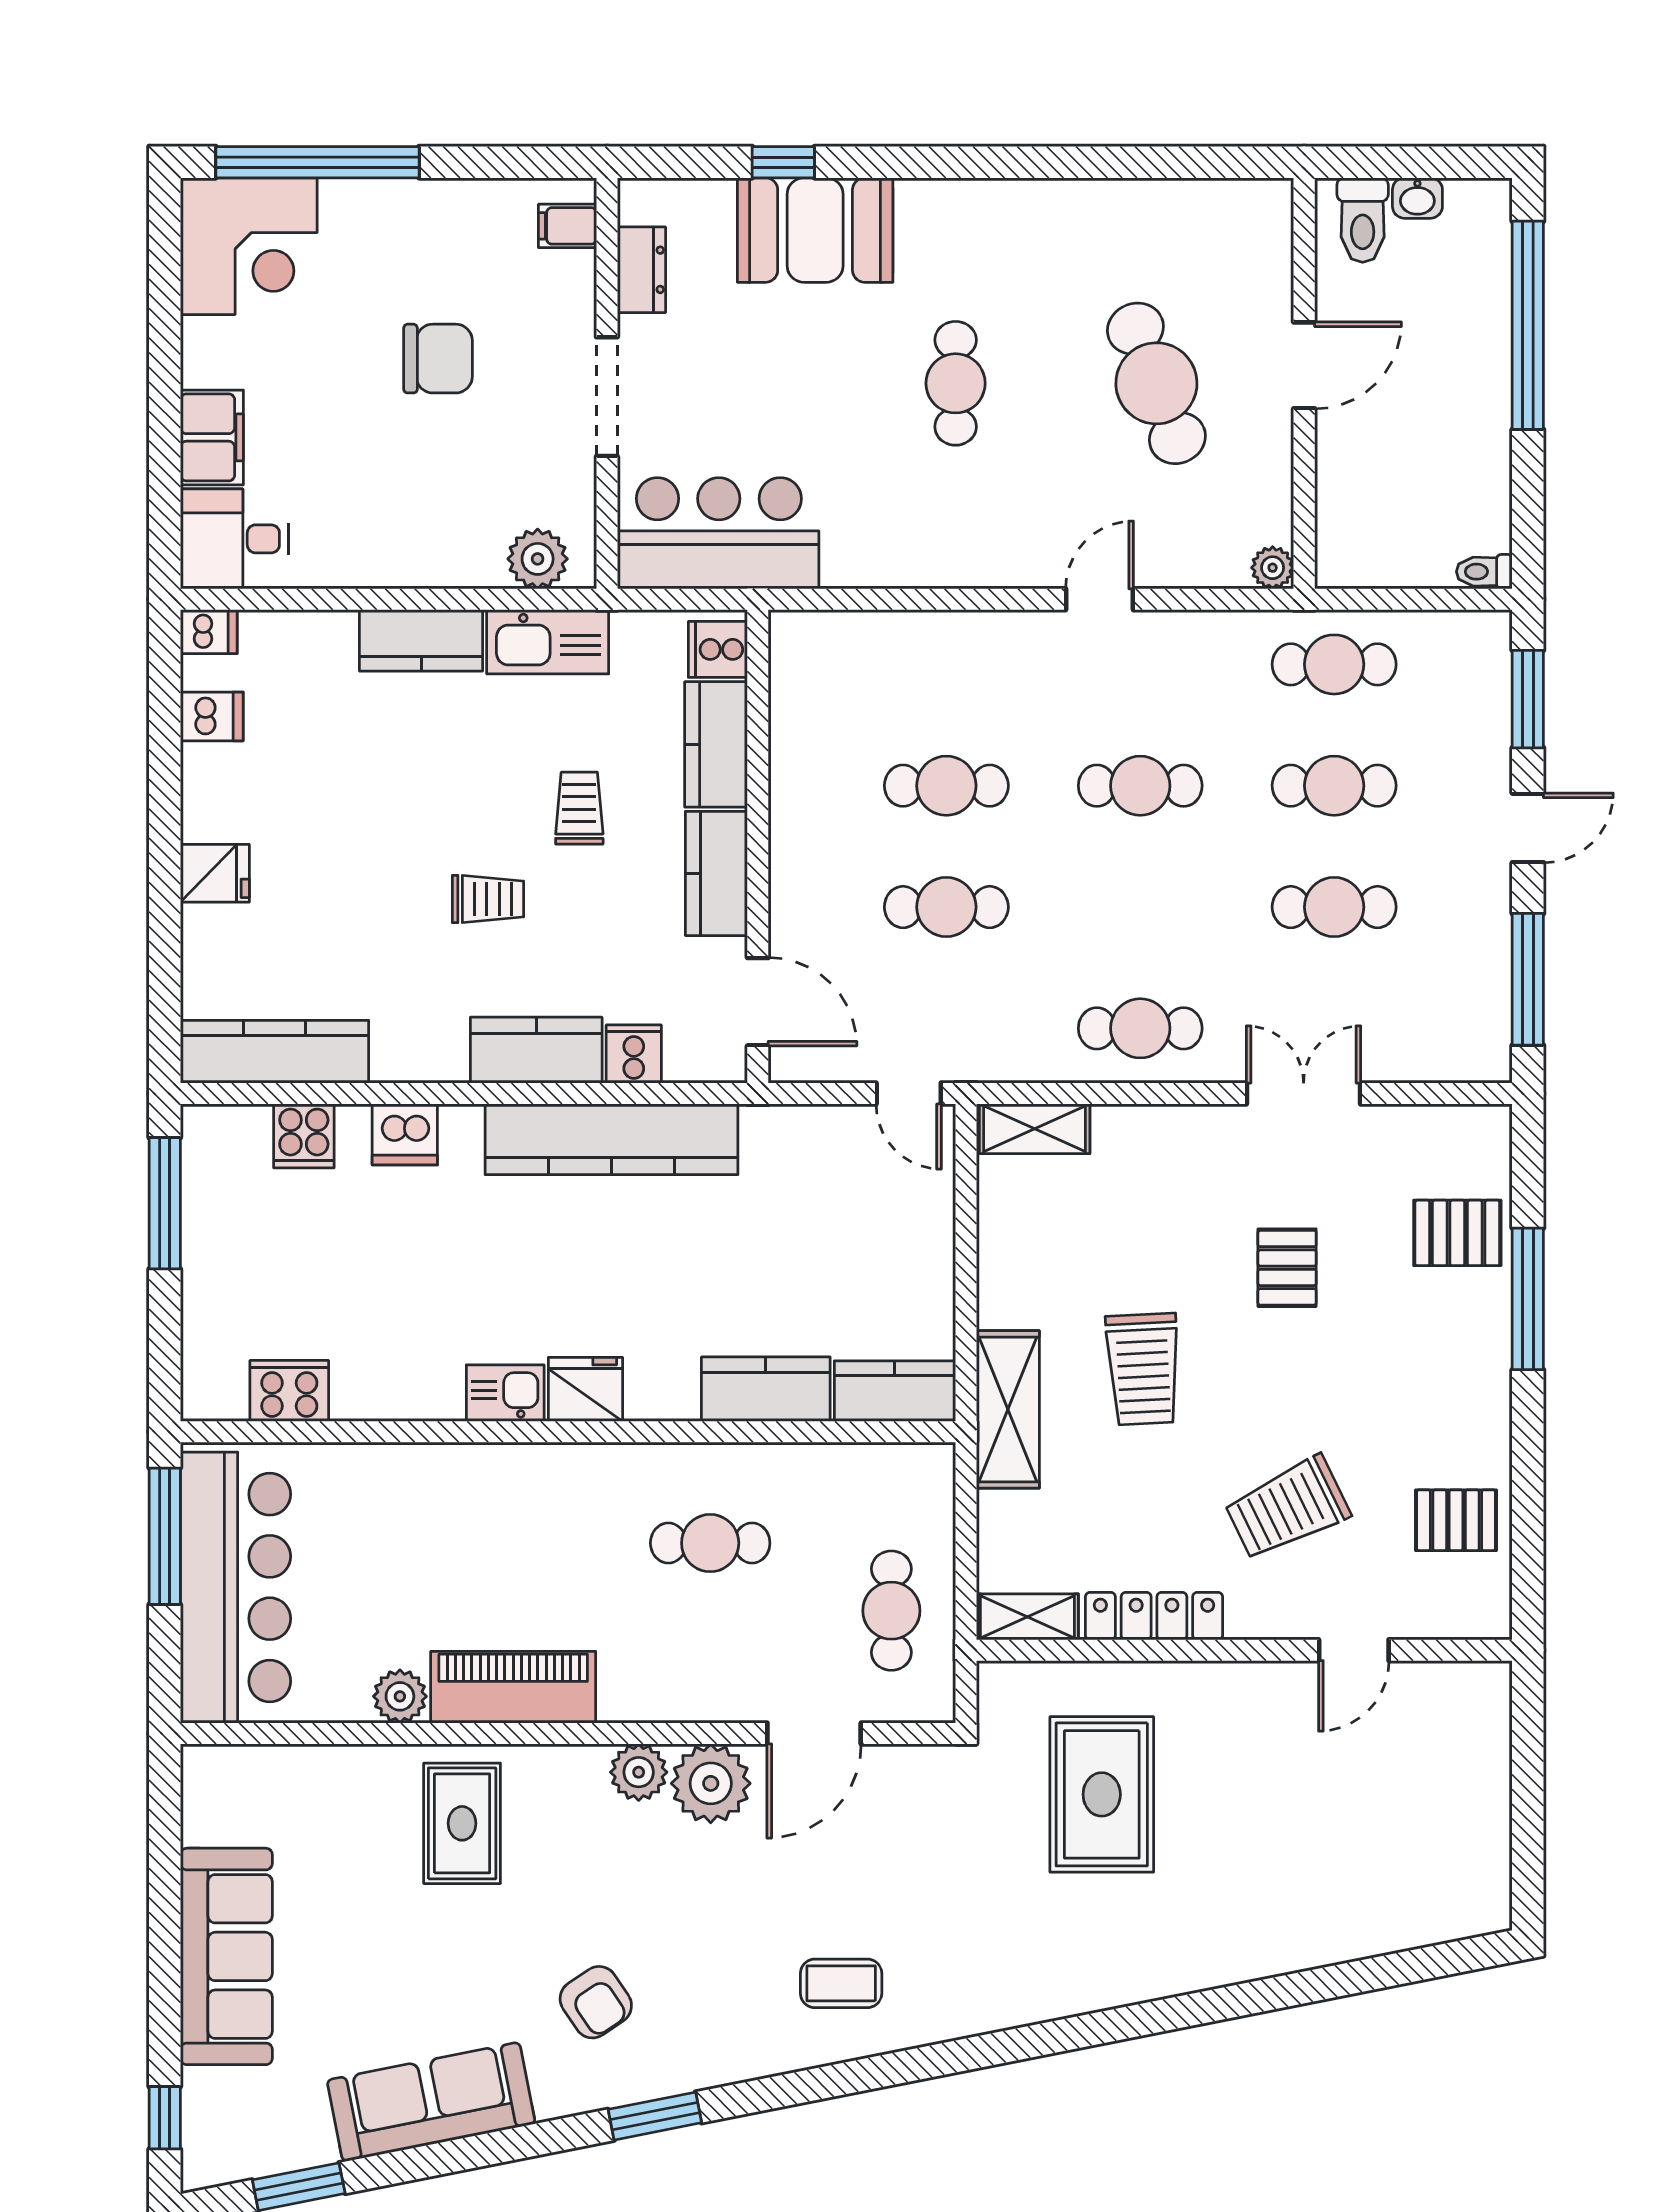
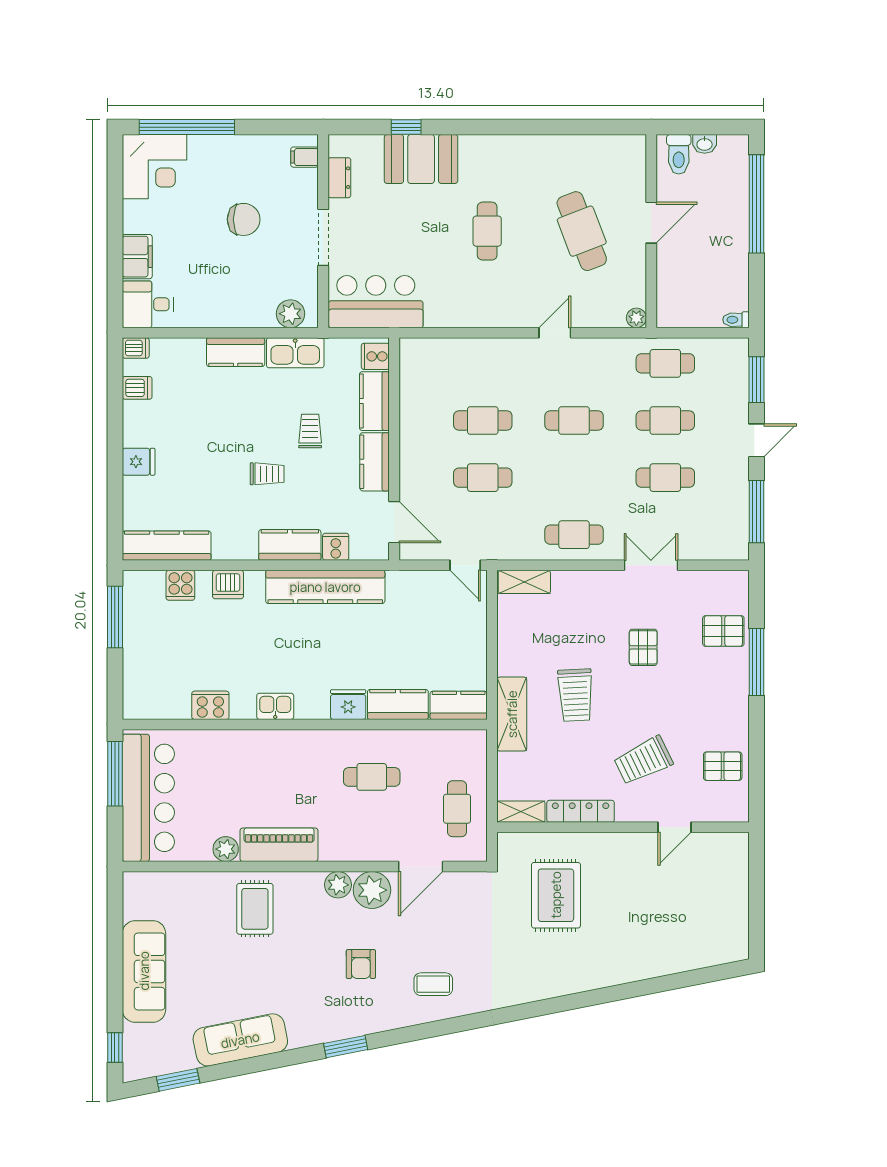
fridge: (585, 1389) -> (348, 705), moved
cooker: (289, 1391) -> (210, 705), moved
armchair: (596, 2002) -> (361, 964), moved, turned 34

